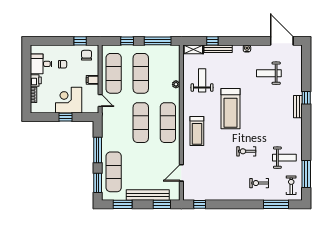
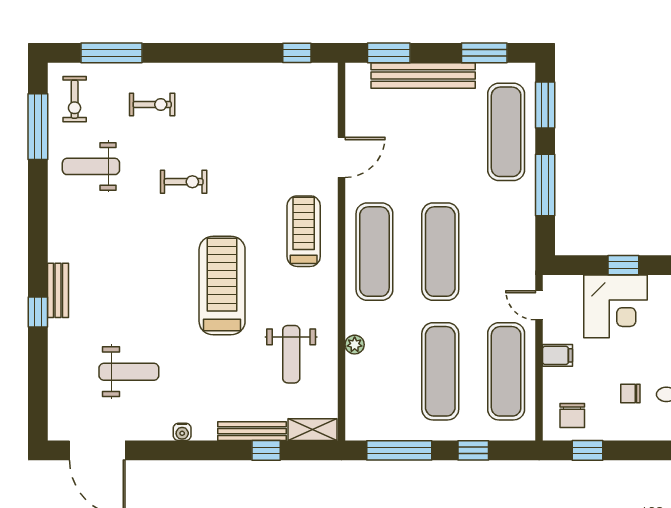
door: (181, 173) -> (341, 157), moved

